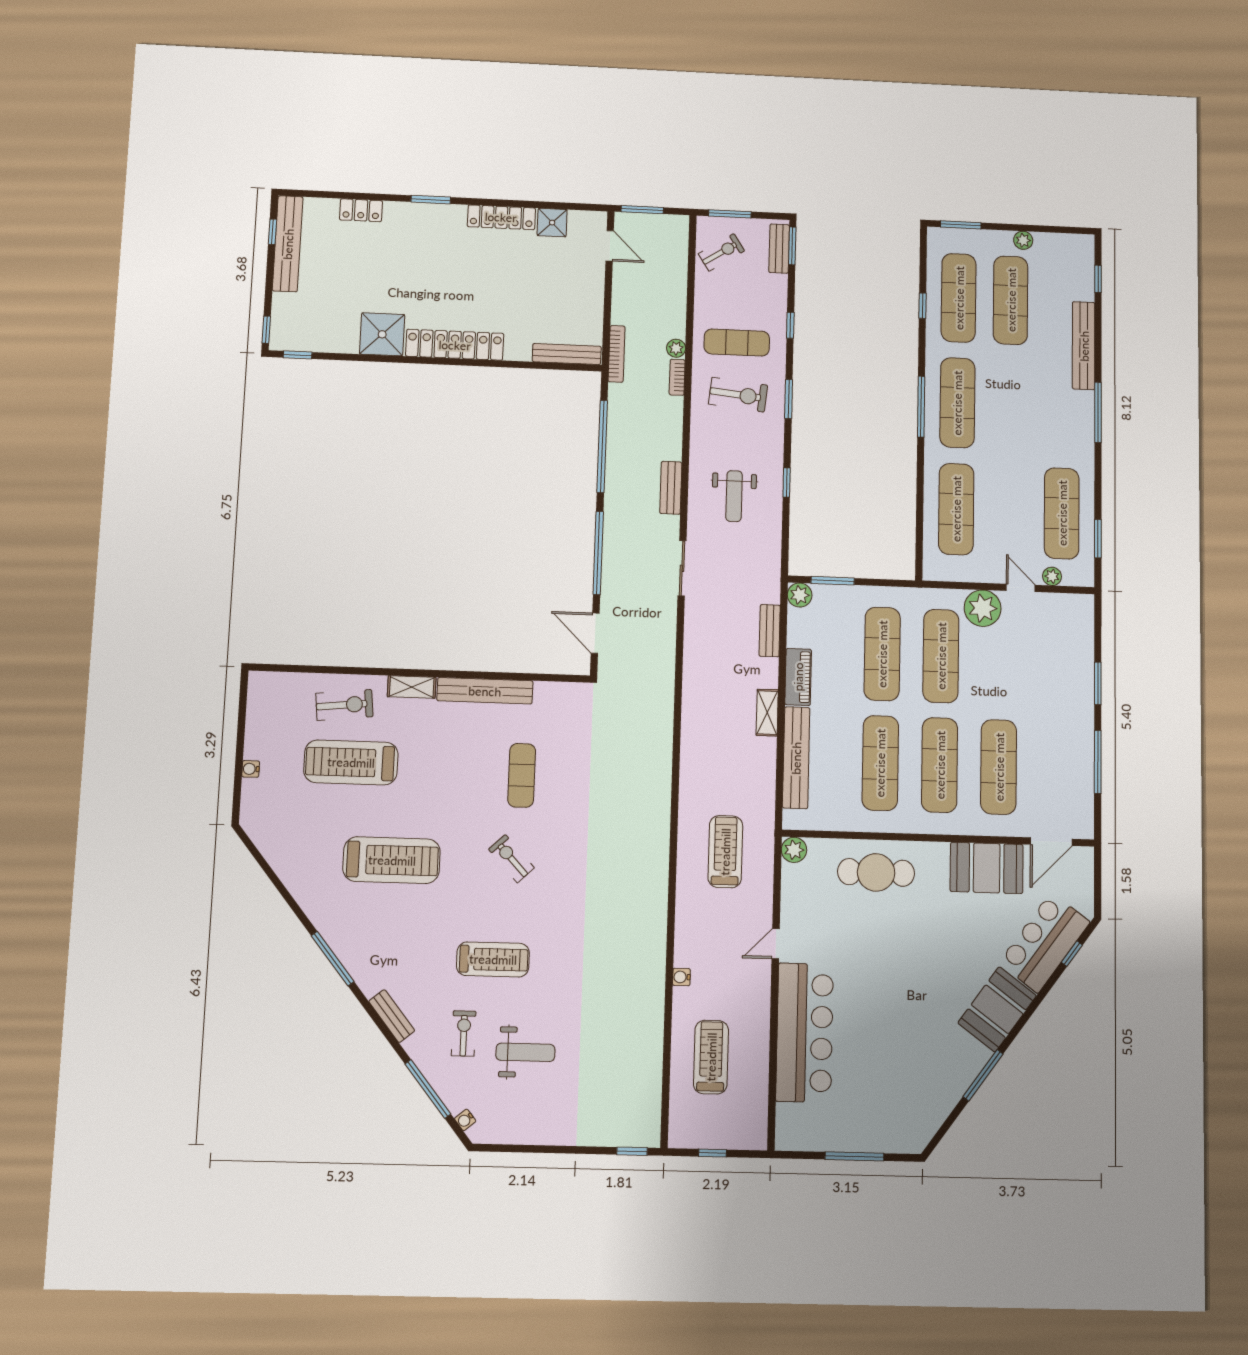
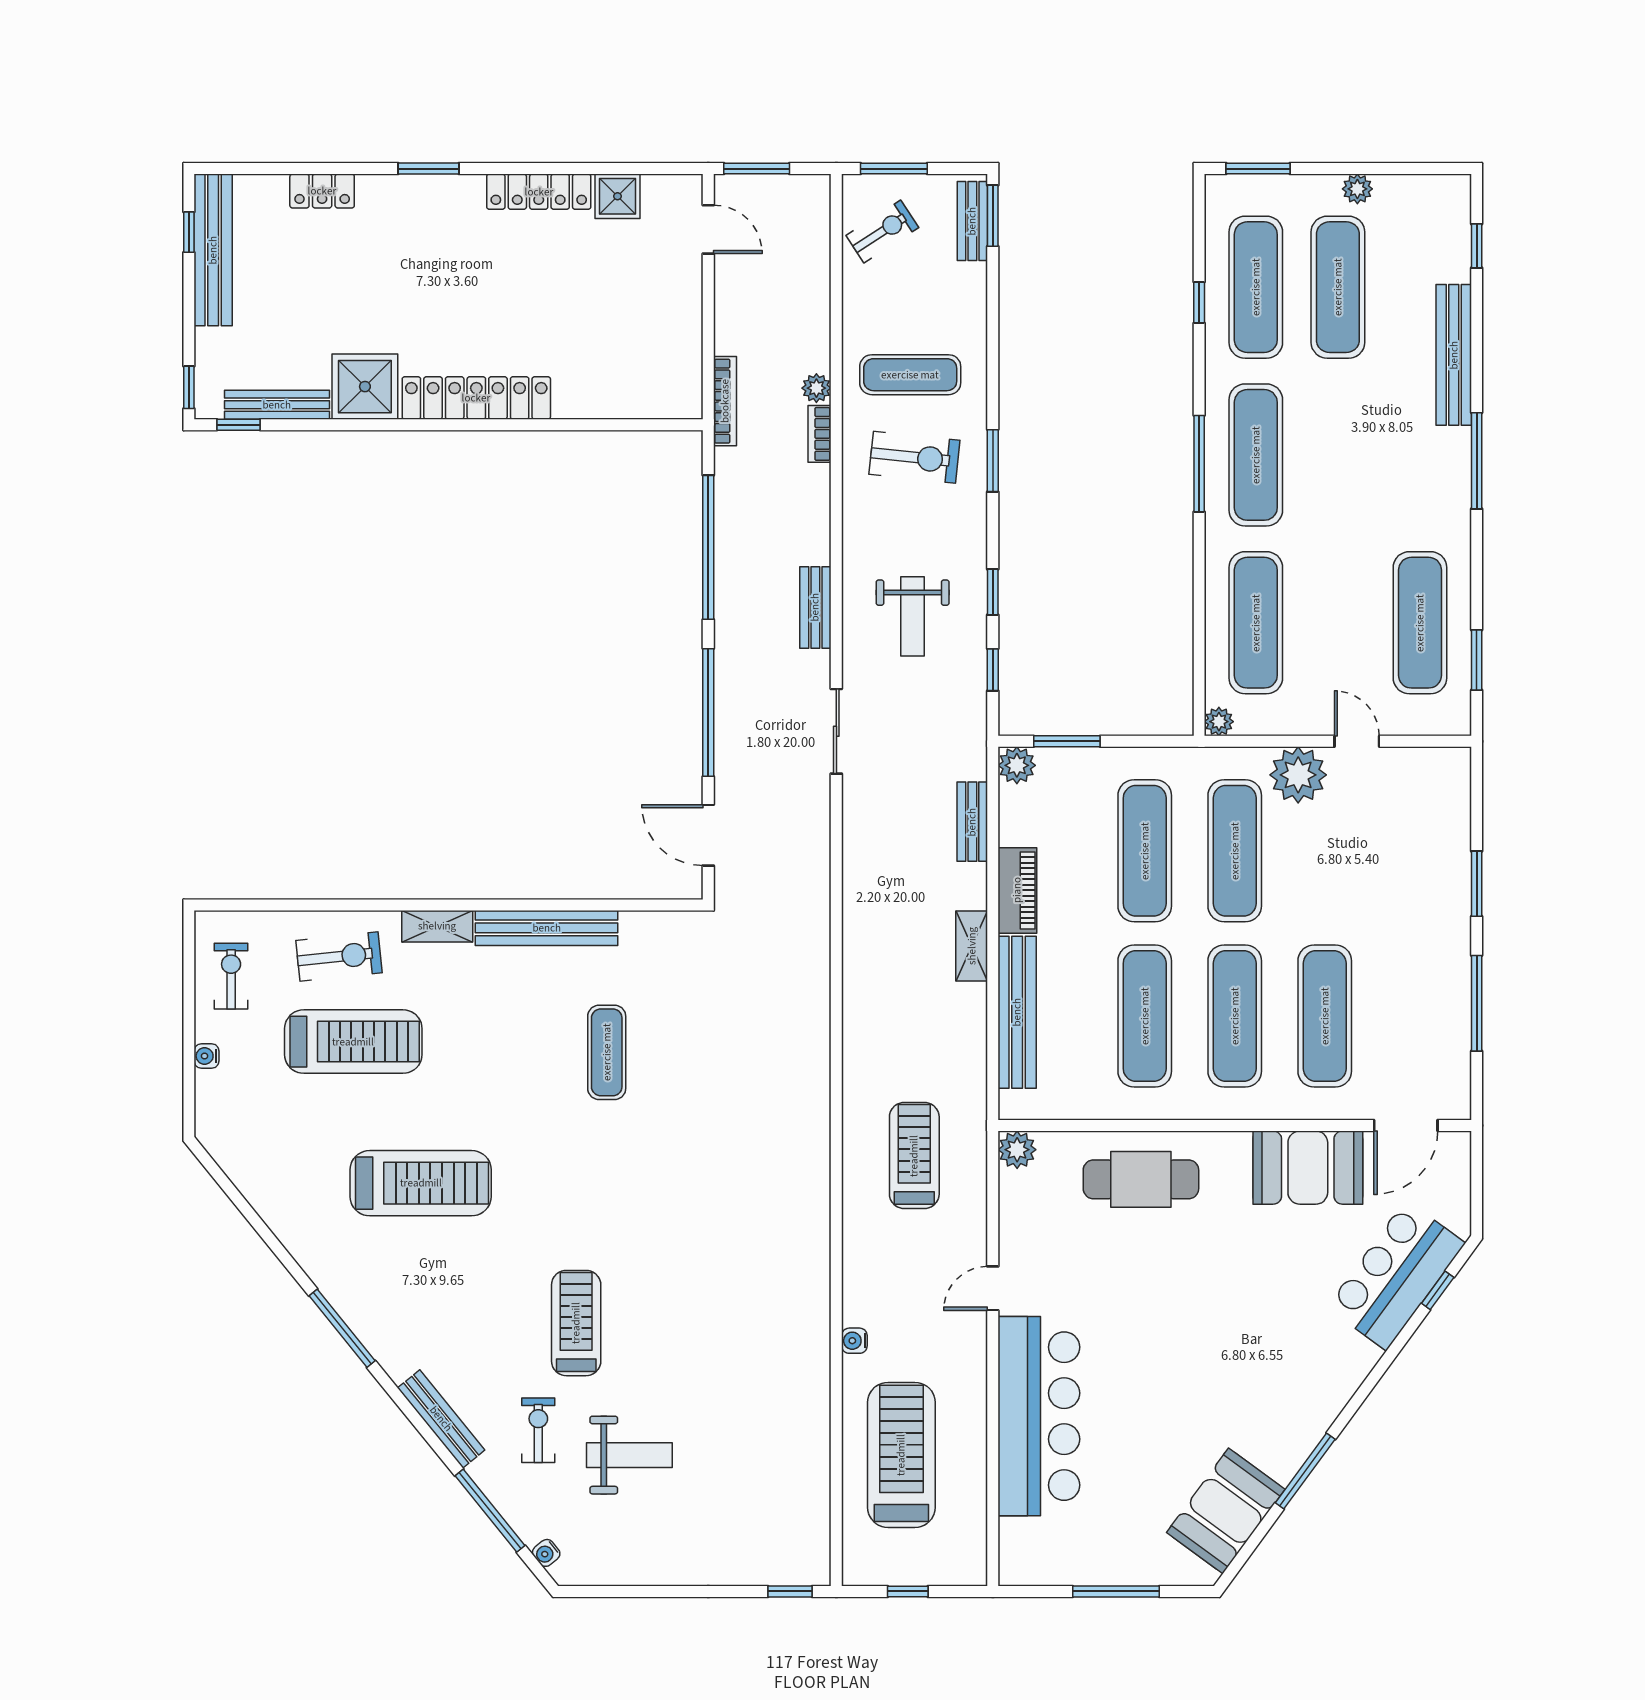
window: (790, 325) -> (993, 670), moved
bench: (567, 354) -> (277, 405), moved
plant: (1052, 576) -> (1219, 722), moved
treadmill: (351, 762) -> (353, 1042), turned 180
exercise bike: (511, 859) -> (231, 976), moved, turned 43
treadmill: (493, 959) -> (576, 1323), turned -90
booth: (997, 1009) -> (1226, 1511), moved
bench: (392, 1016) -> (441, 1419), width x1.36
treadmill: (711, 1057) -> (901, 1455), width x1.37, depth x1.38

